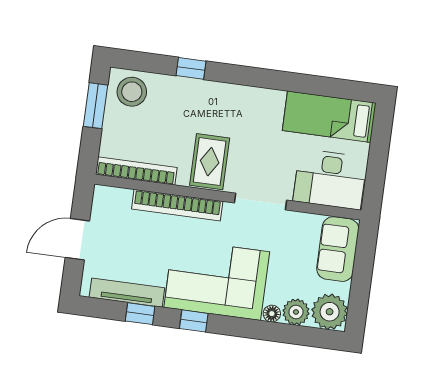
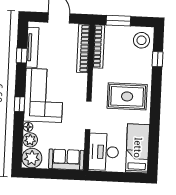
window: (191, 68) -> (158, 59), moved
window: (95, 106) -> (118, 21), moved
rug: (210, 162) -> (127, 96), moved, width x1.36, depth x1.43
bookcase: (177, 205) -> (83, 48), moved
window: (194, 321) -> (19, 104), moved

